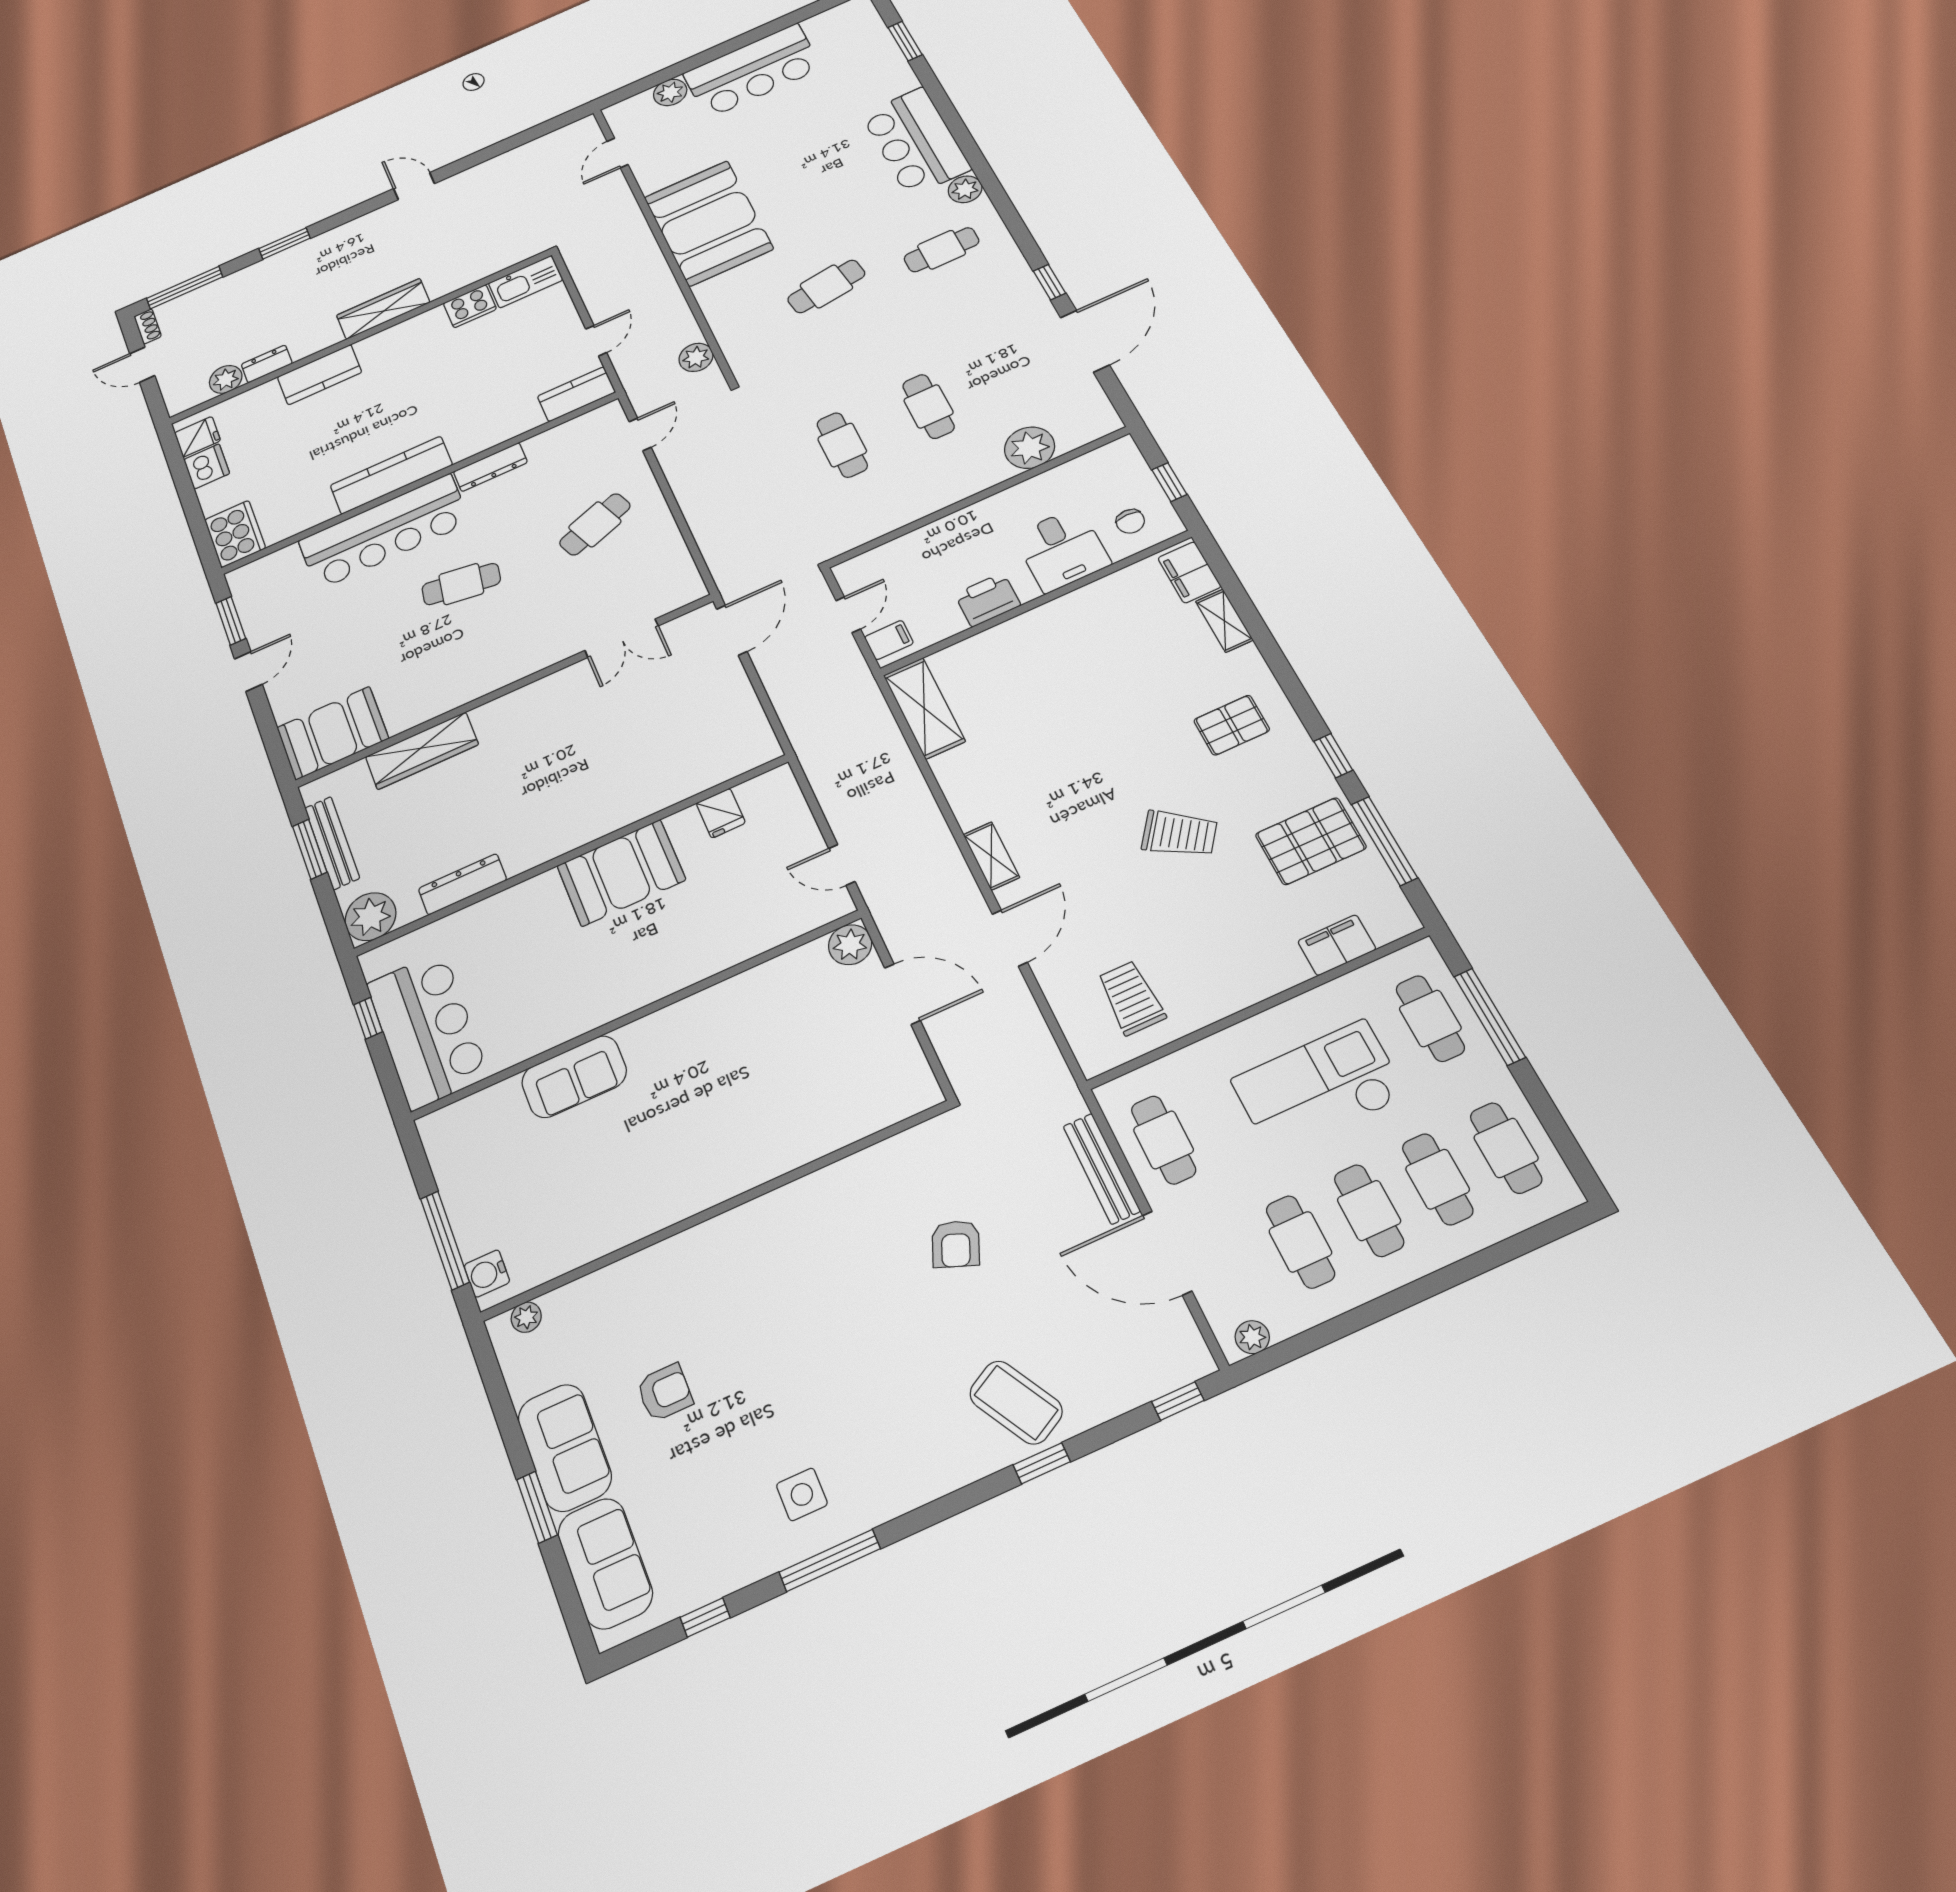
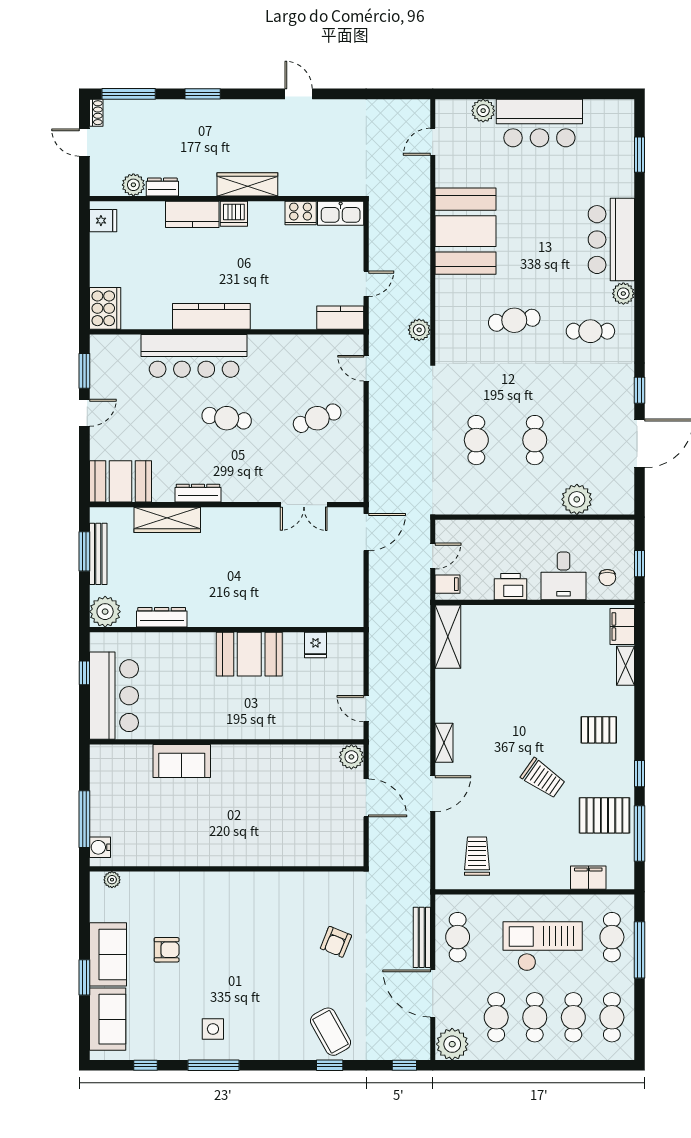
door: (640, 434) -> (366, 368), swing flipped
dishwasher: (207, 466) -> (234, 214), moved, turned 90
dresser: (490, 467) -> (198, 493), moved, turned 180
plant: (1252, 1337) -> (452, 1044), width x1.87, depth x1.87

